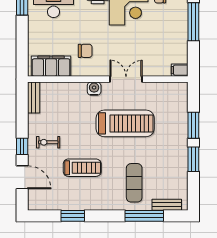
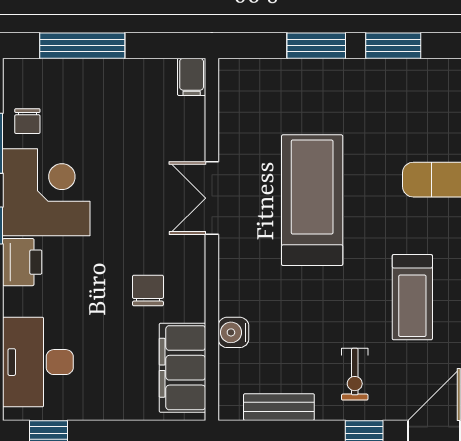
water cooler: (94, 89) -> (233, 332), moved
bench: (34, 97) -> (279, 407), moved
treadmill: (82, 168) -> (412, 297), turned 180

